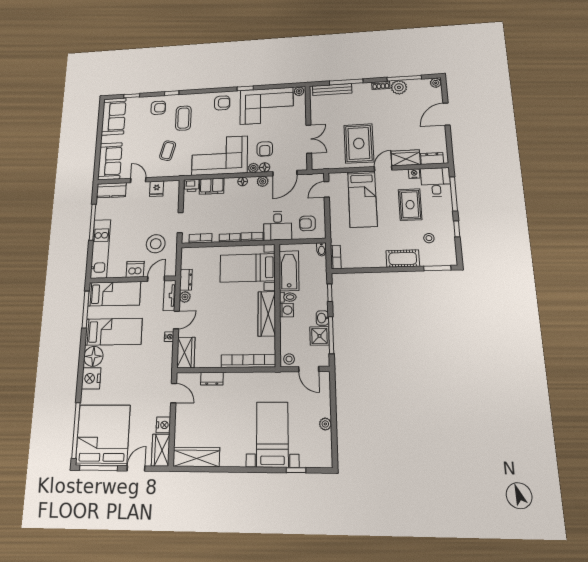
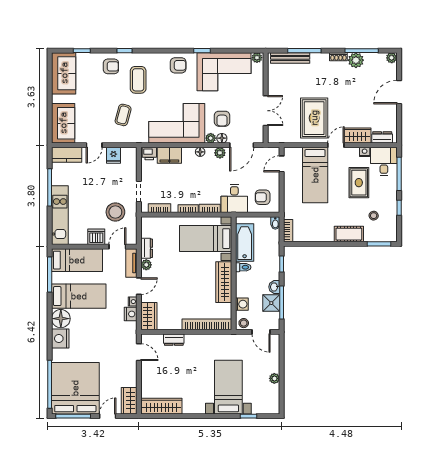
door: (138, 180) -> (94, 145), swing flipped
washing machine: (286, 310) -> (242, 304), moved
nightstand: (163, 425) -> (131, 314), moved

